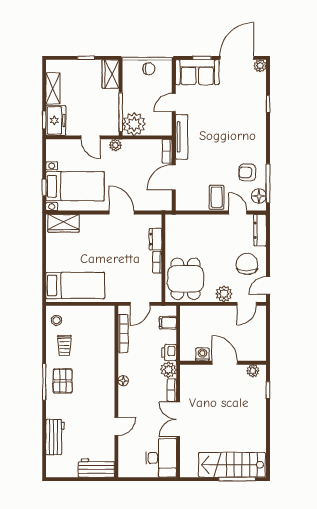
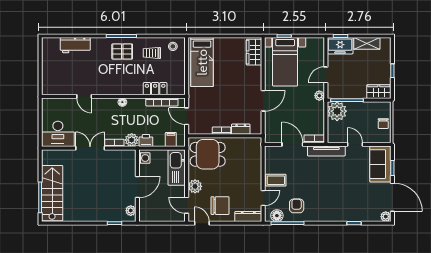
kitchen sink: (201, 316) -> (177, 167), added
locker: (107, 342) -> (155, 89), added
washing machine: (202, 354) -> (144, 158), moved
workbench: (96, 468) -> (49, 80), removed

